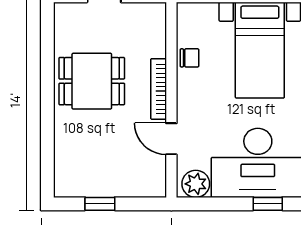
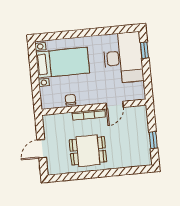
dining table: (92, 81) -> (88, 151), turned 90
plant: (196, 184) -> (138, 90), removed

